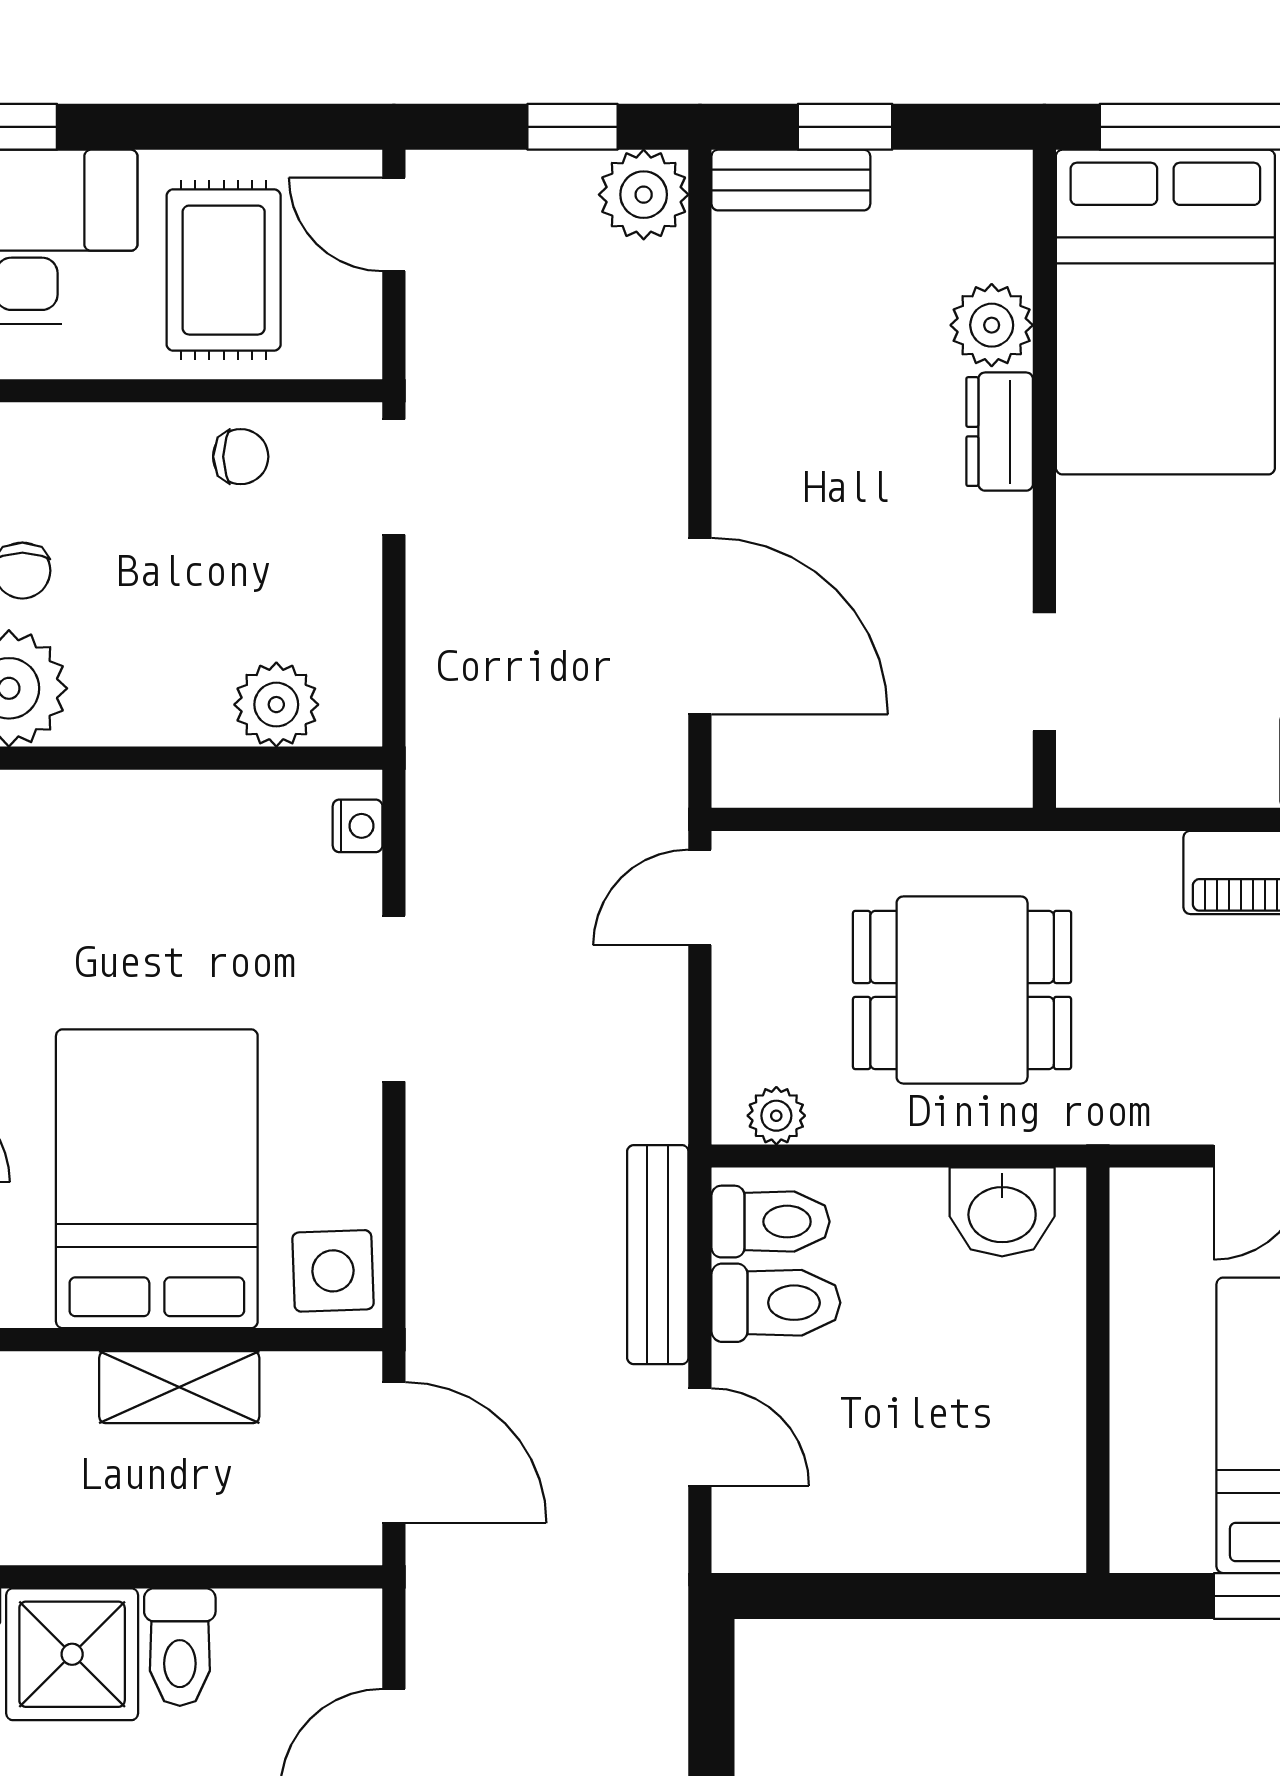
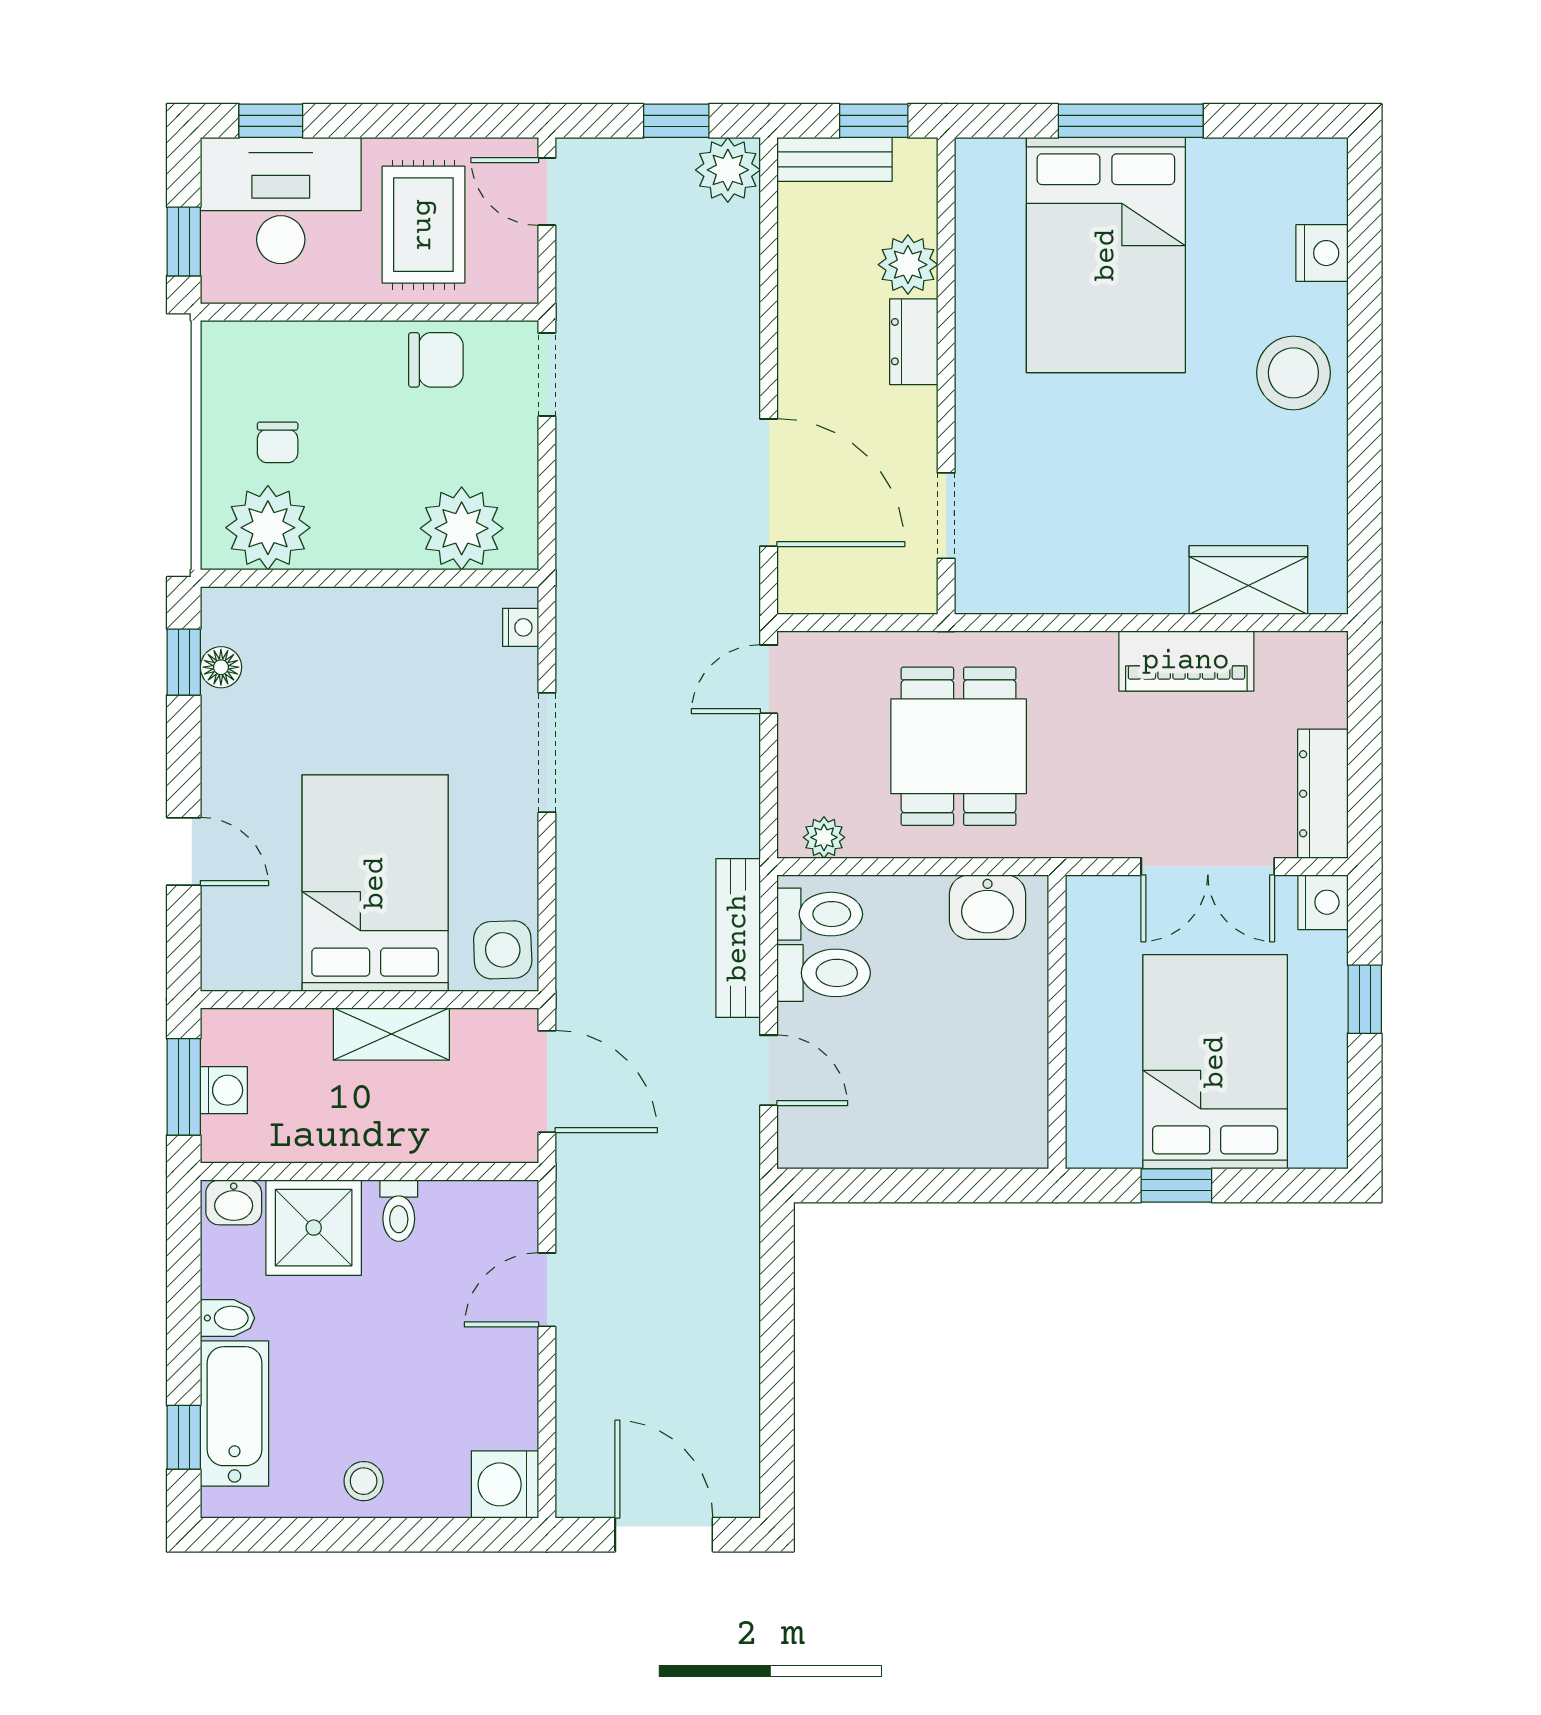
plant: (992, 325) -> (908, 265), moved
dresser: (1000, 432) -> (914, 342), moved
chair: (241, 457) -> (436, 360), width x1.37, depth x1.37
wall: (1044, 479) -> (946, 376), moved
doorway: (1044, 672) -> (946, 516), moved
plant: (276, 705) -> (462, 528), width x1.36, depth x1.36
dining table: (962, 990) -> (959, 746), turned 90
toilet: (180, 1647) -> (399, 1211), width x0.73, depth x0.72

